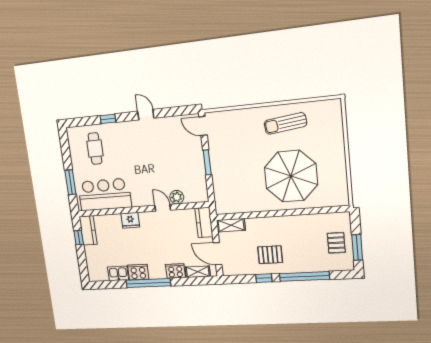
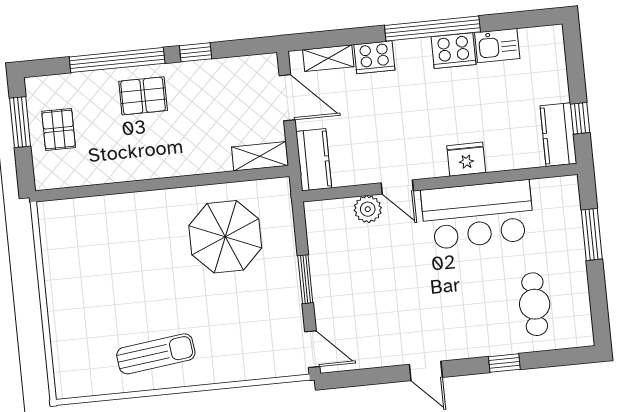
parasol: (291, 176) -> (225, 237), moved, width x0.73, depth x0.73
bar counter: (105, 195) -> (478, 215), moved
pallet: (270, 255) -> (143, 96), moved

